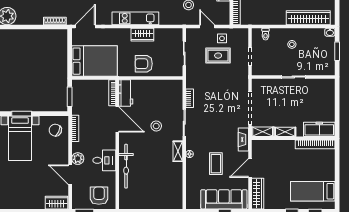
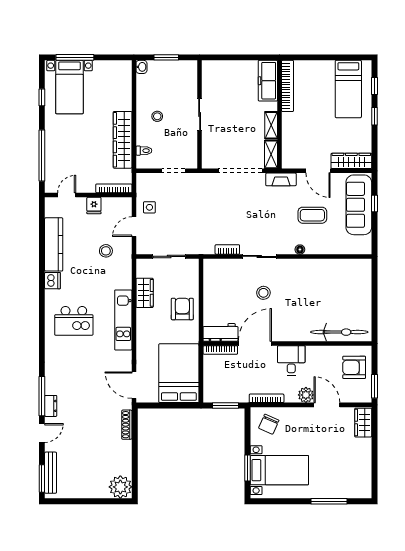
wardrobe: (308, 18) -> (123, 140), moved
wardrobe: (142, 35) -> (145, 293), moved
rug: (218, 56) -> (172, 212), removed
armchair: (144, 64) -> (182, 309), turned 180
shelving: (178, 151) -> (296, 265), removed
desk: (104, 160) -> (291, 360), moved
bicycle: (126, 166) -> (339, 332), moved
door: (70, 175) -> (327, 405), swing flipped

